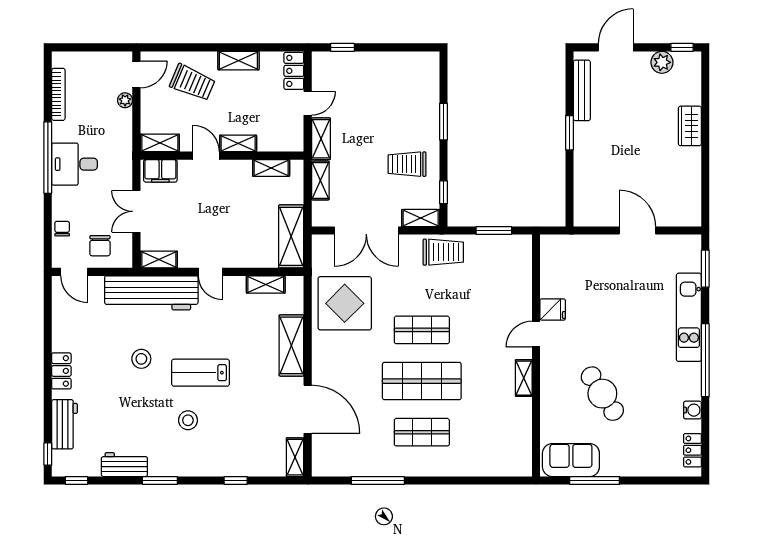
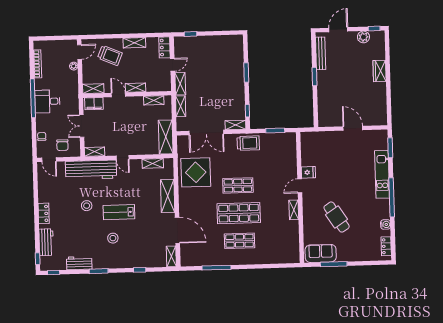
trolley: (407, 164) -> (227, 96), removed

